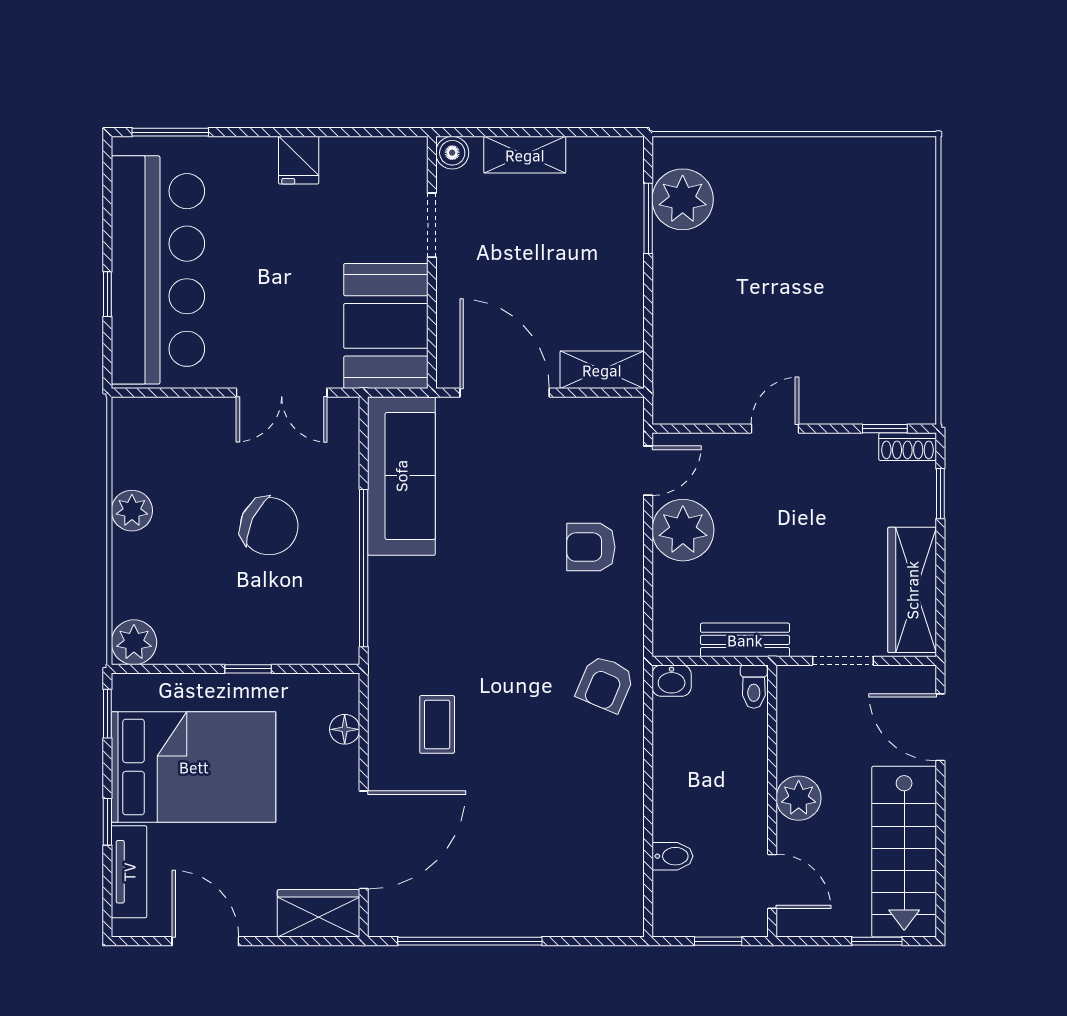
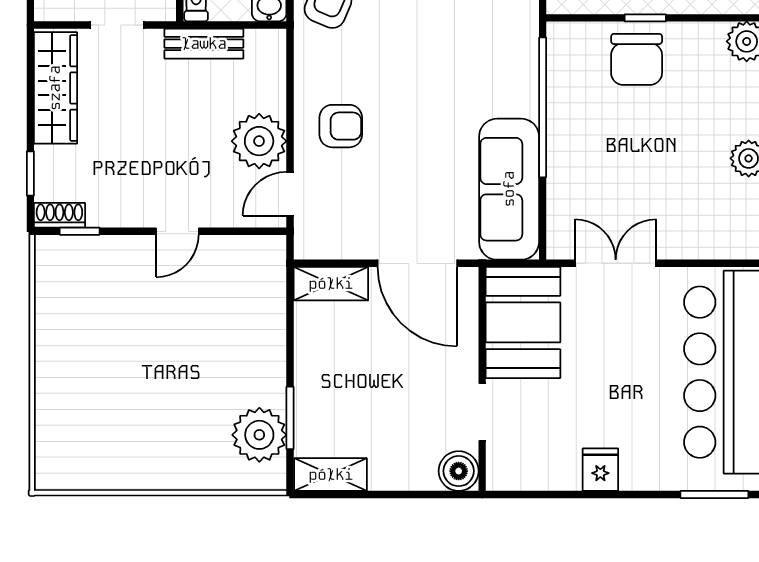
boiler: (452, 153) -> (459, 471), width x1.36, depth x1.36
shelving: (525, 155) -> (331, 475), moved
chair: (269, 526) -> (637, 59), moved, turned -115

